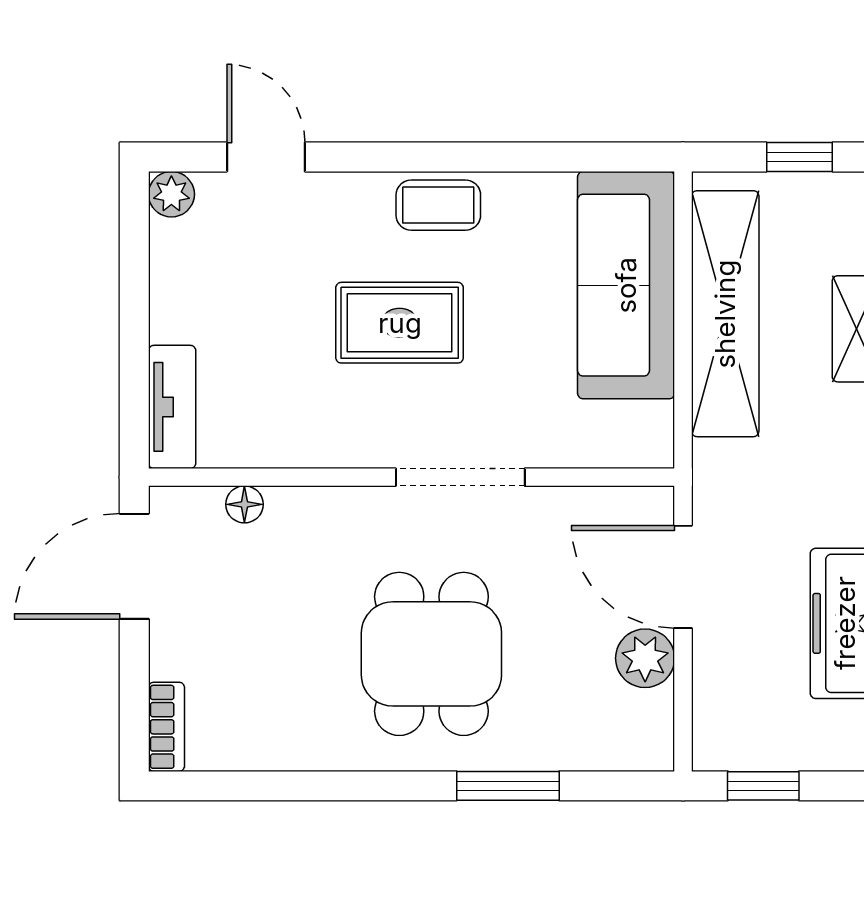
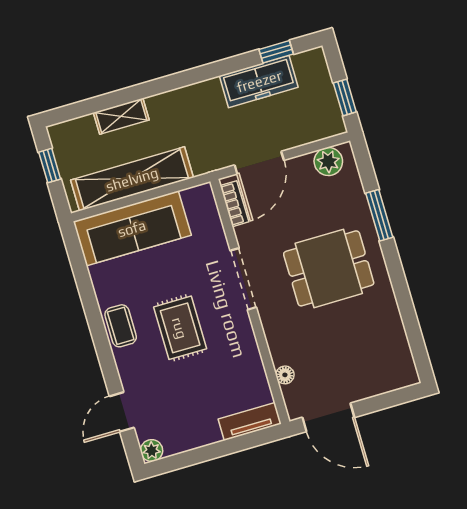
plant: (645, 658) -> (328, 161), moved
bookcase: (166, 727) -> (234, 204), moved, turned 90

